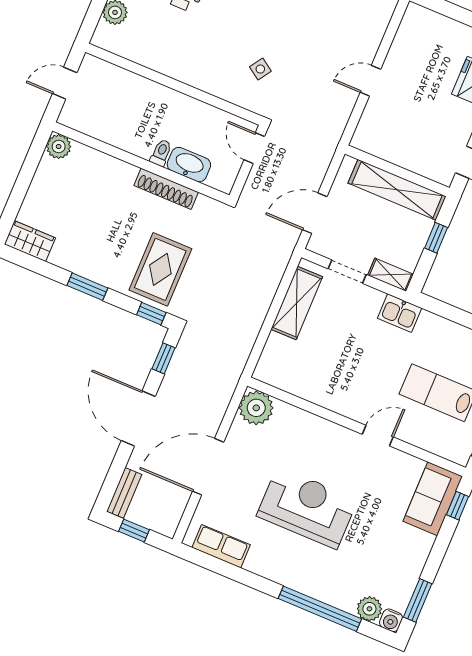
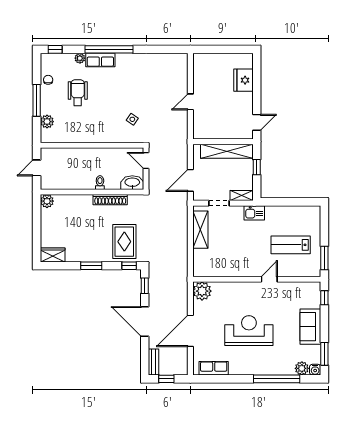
washbasin: (189, 165) -> (132, 183), moved
sofa: (433, 499) -> (310, 327), moved

